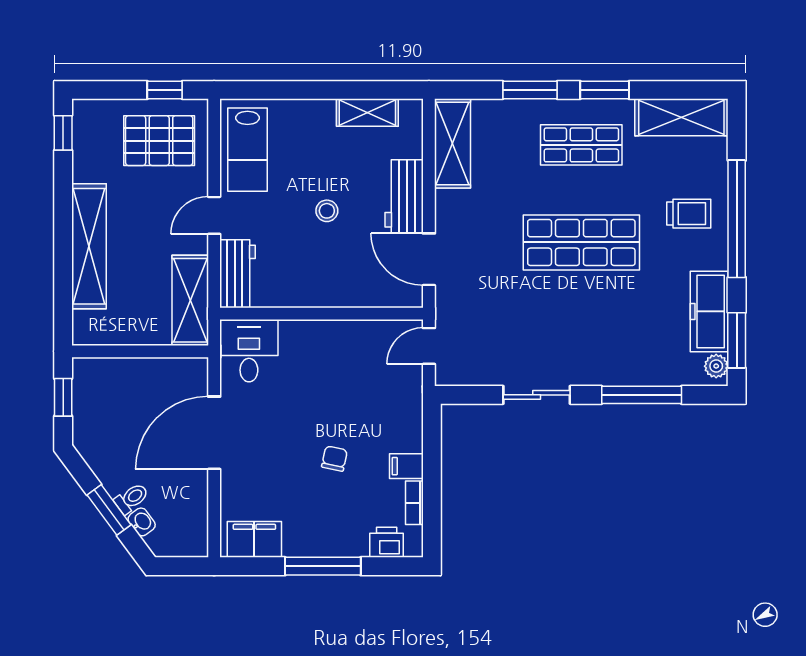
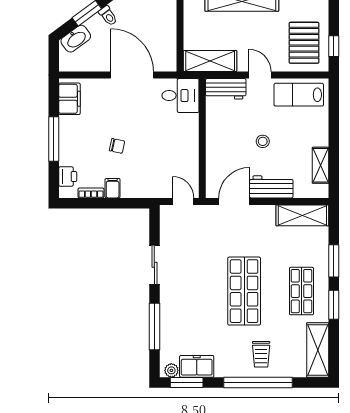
freezer: (709, 311) -> (197, 366), width x0.71
toilet: (131, 498) -> (108, 16), moved
washbasin: (142, 522) -> (76, 39), width x1.91, depth x1.45

